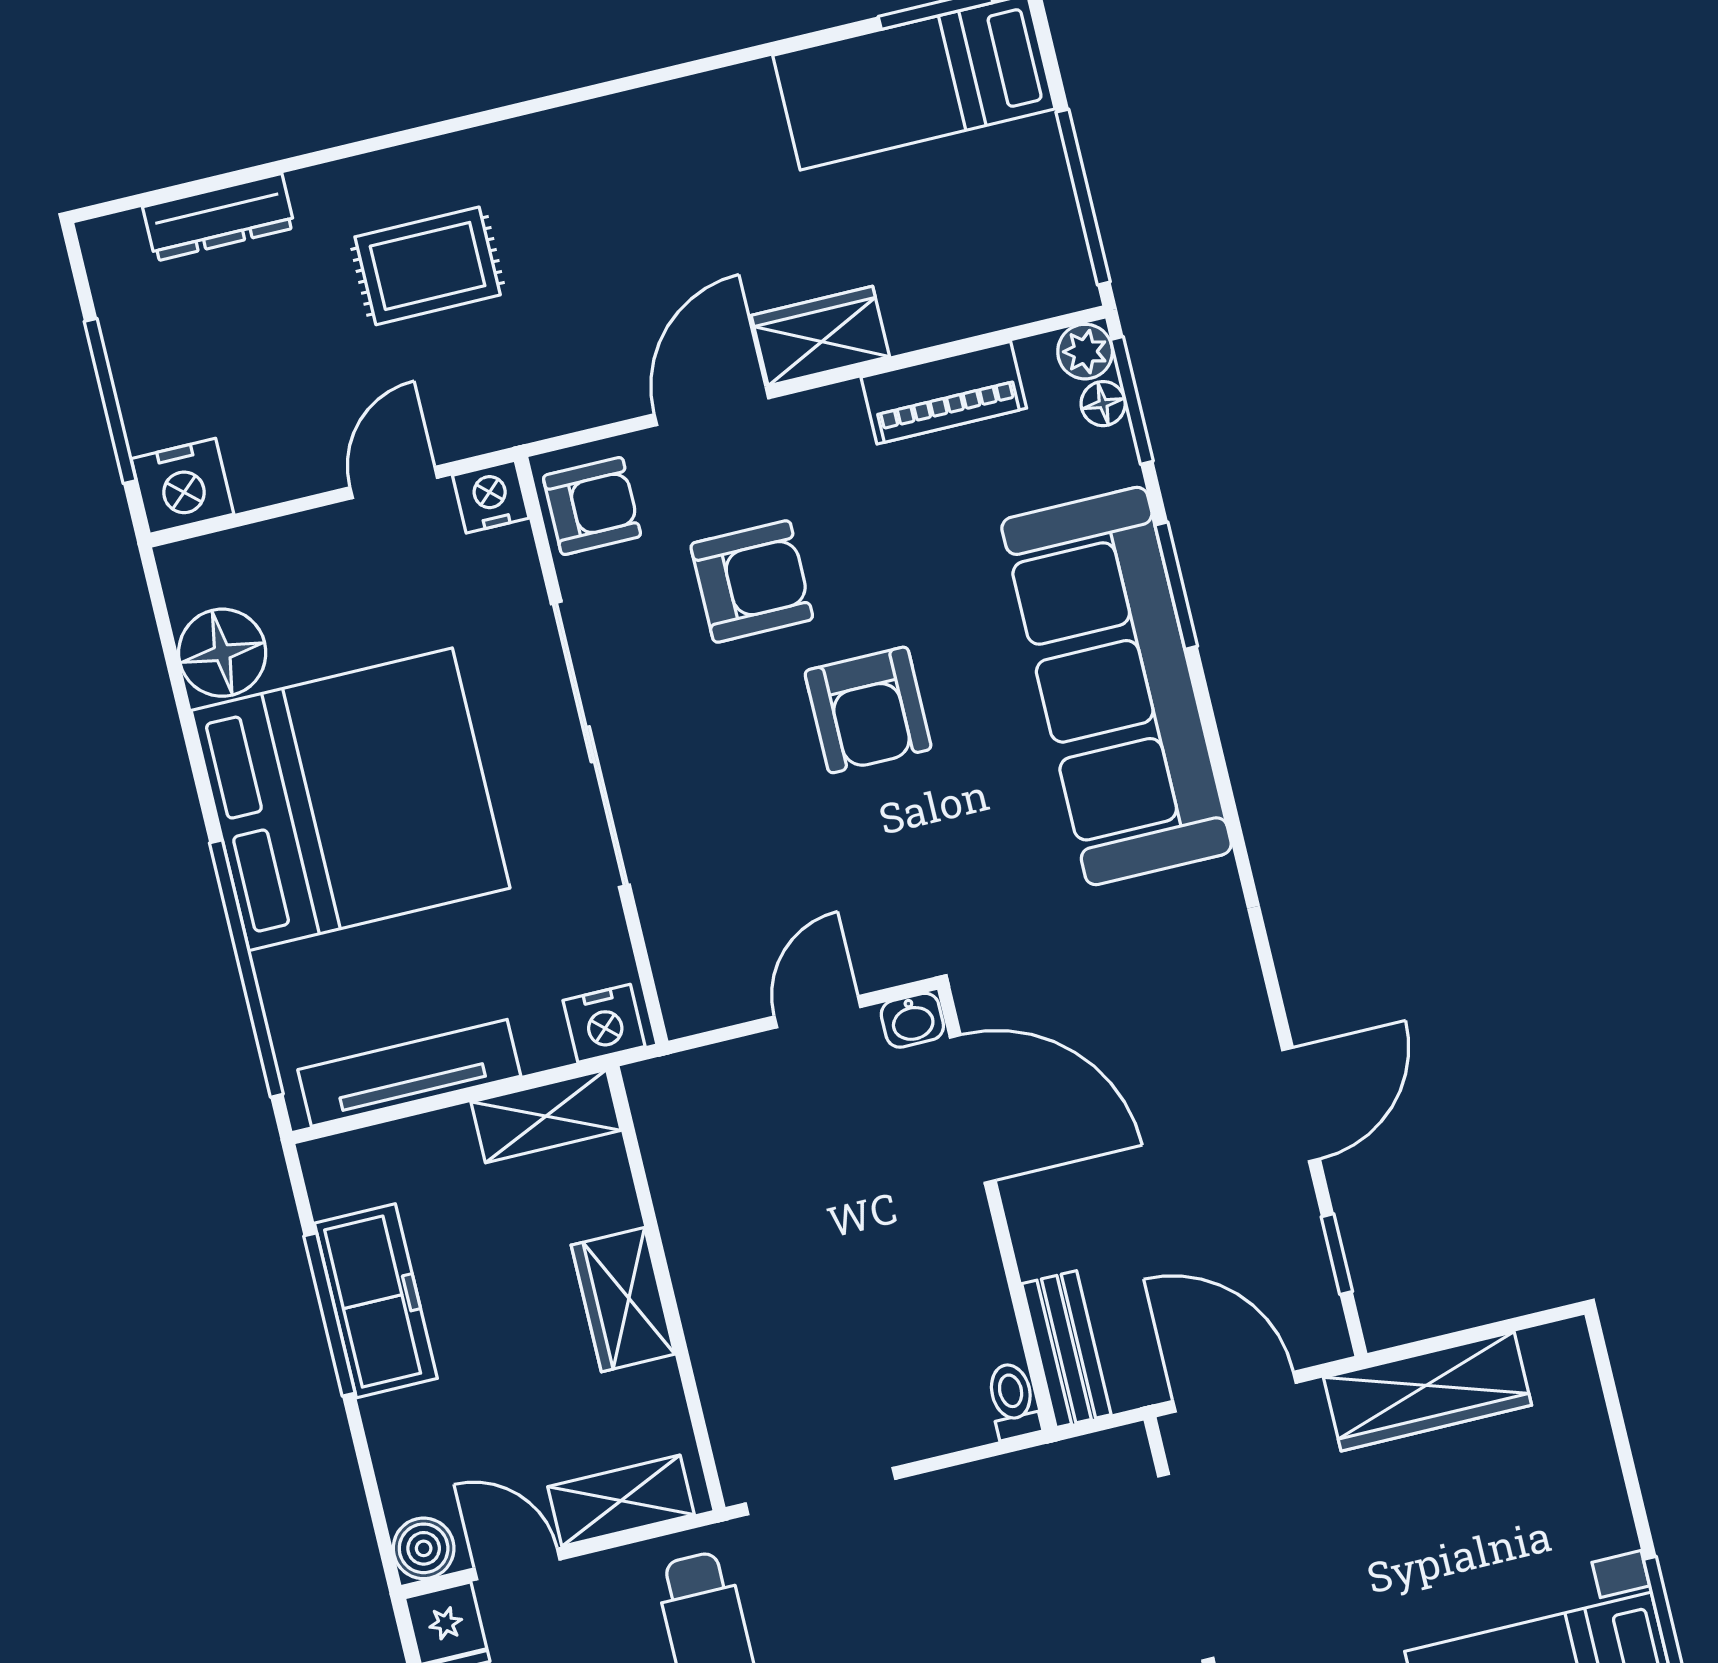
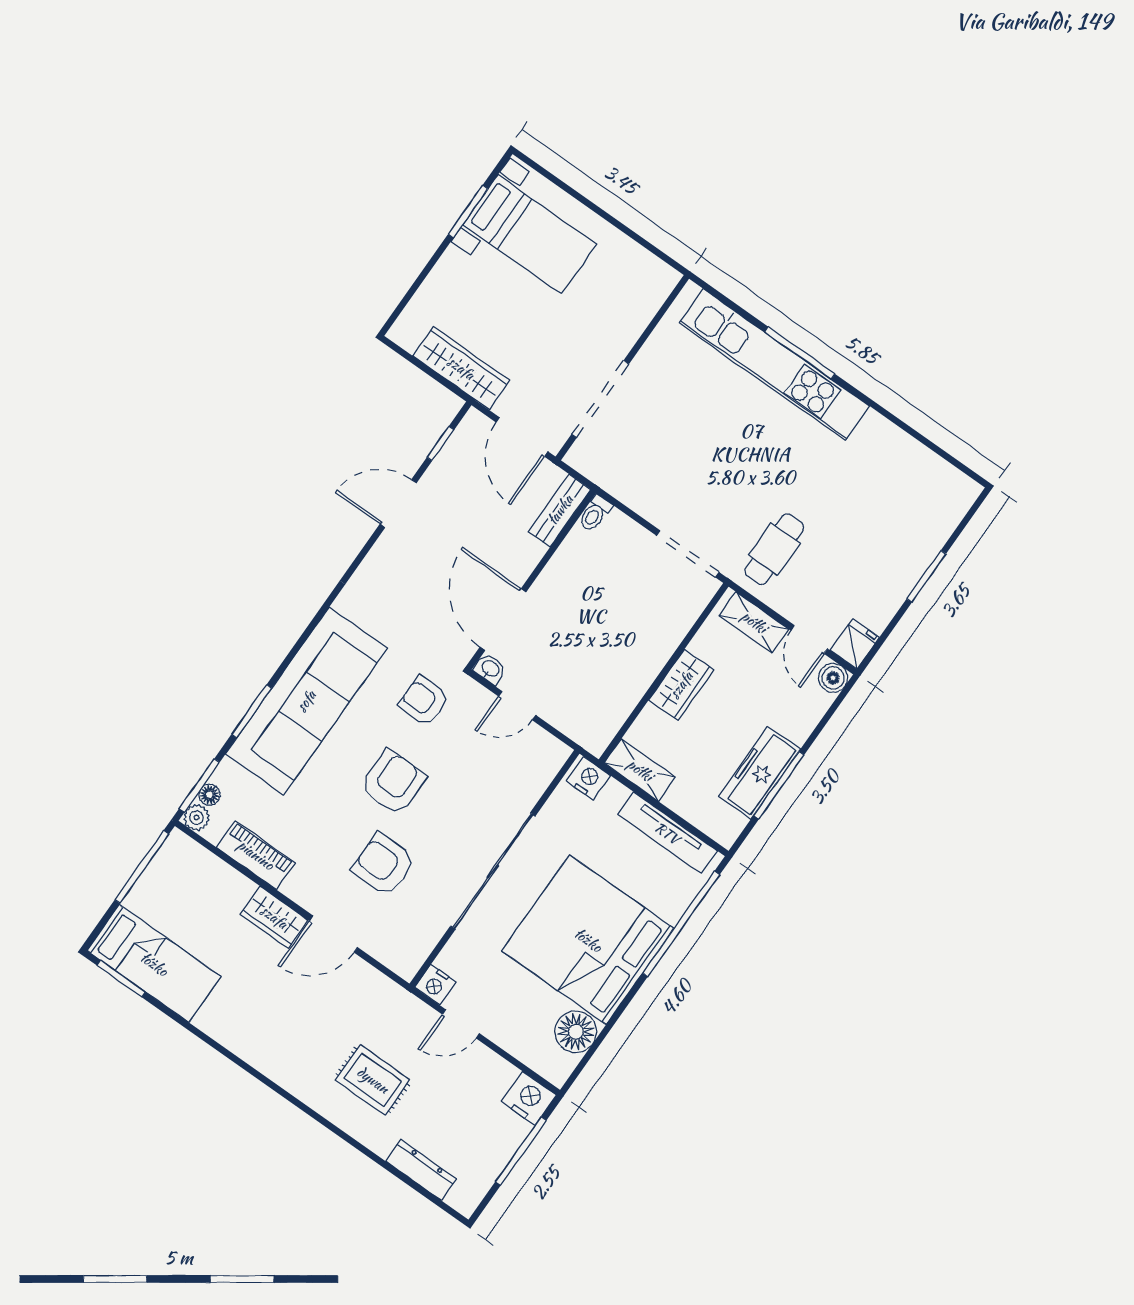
armchair: (592, 506) -> (424, 701), moved

